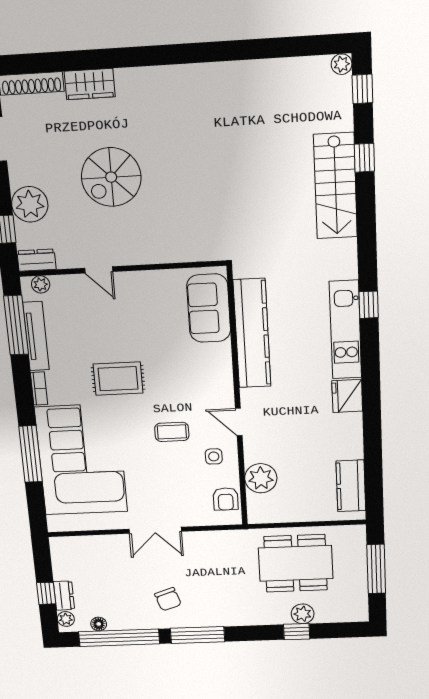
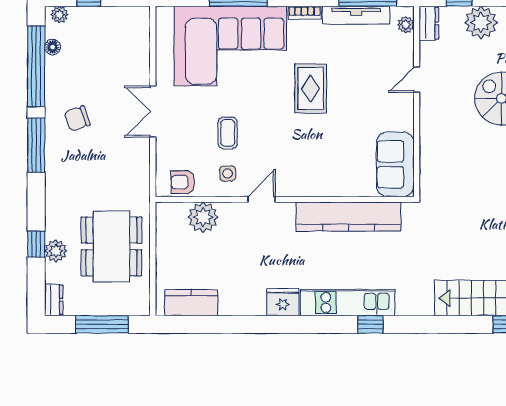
sofa: (209, 308) -> (395, 164), moved, turned -90
coffee table: (172, 432) -> (228, 133), moved
dresser: (64, 596) -> (54, 300), moved, turned -90

